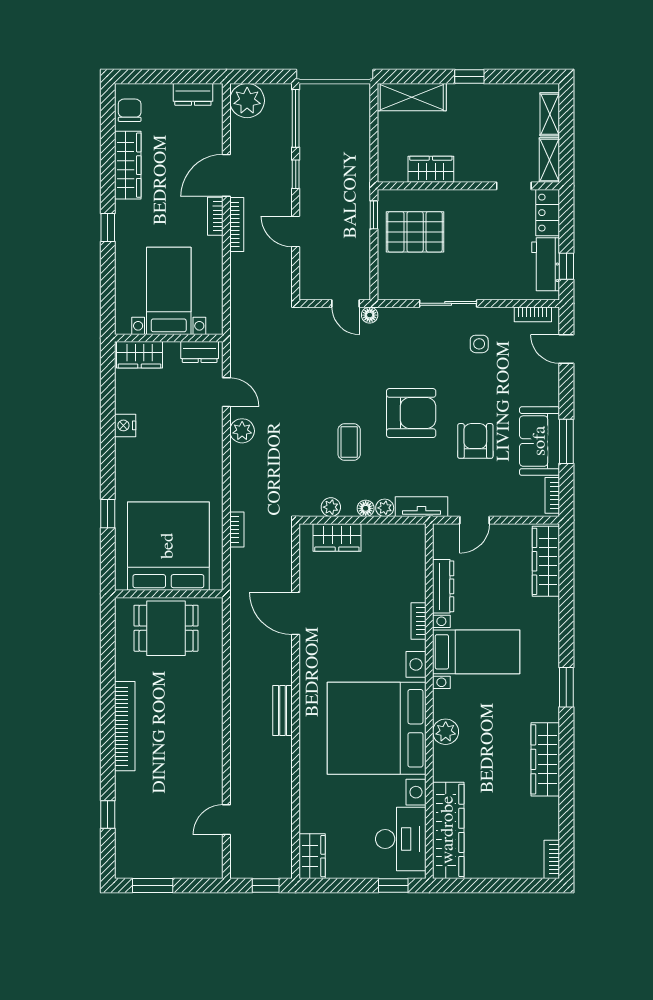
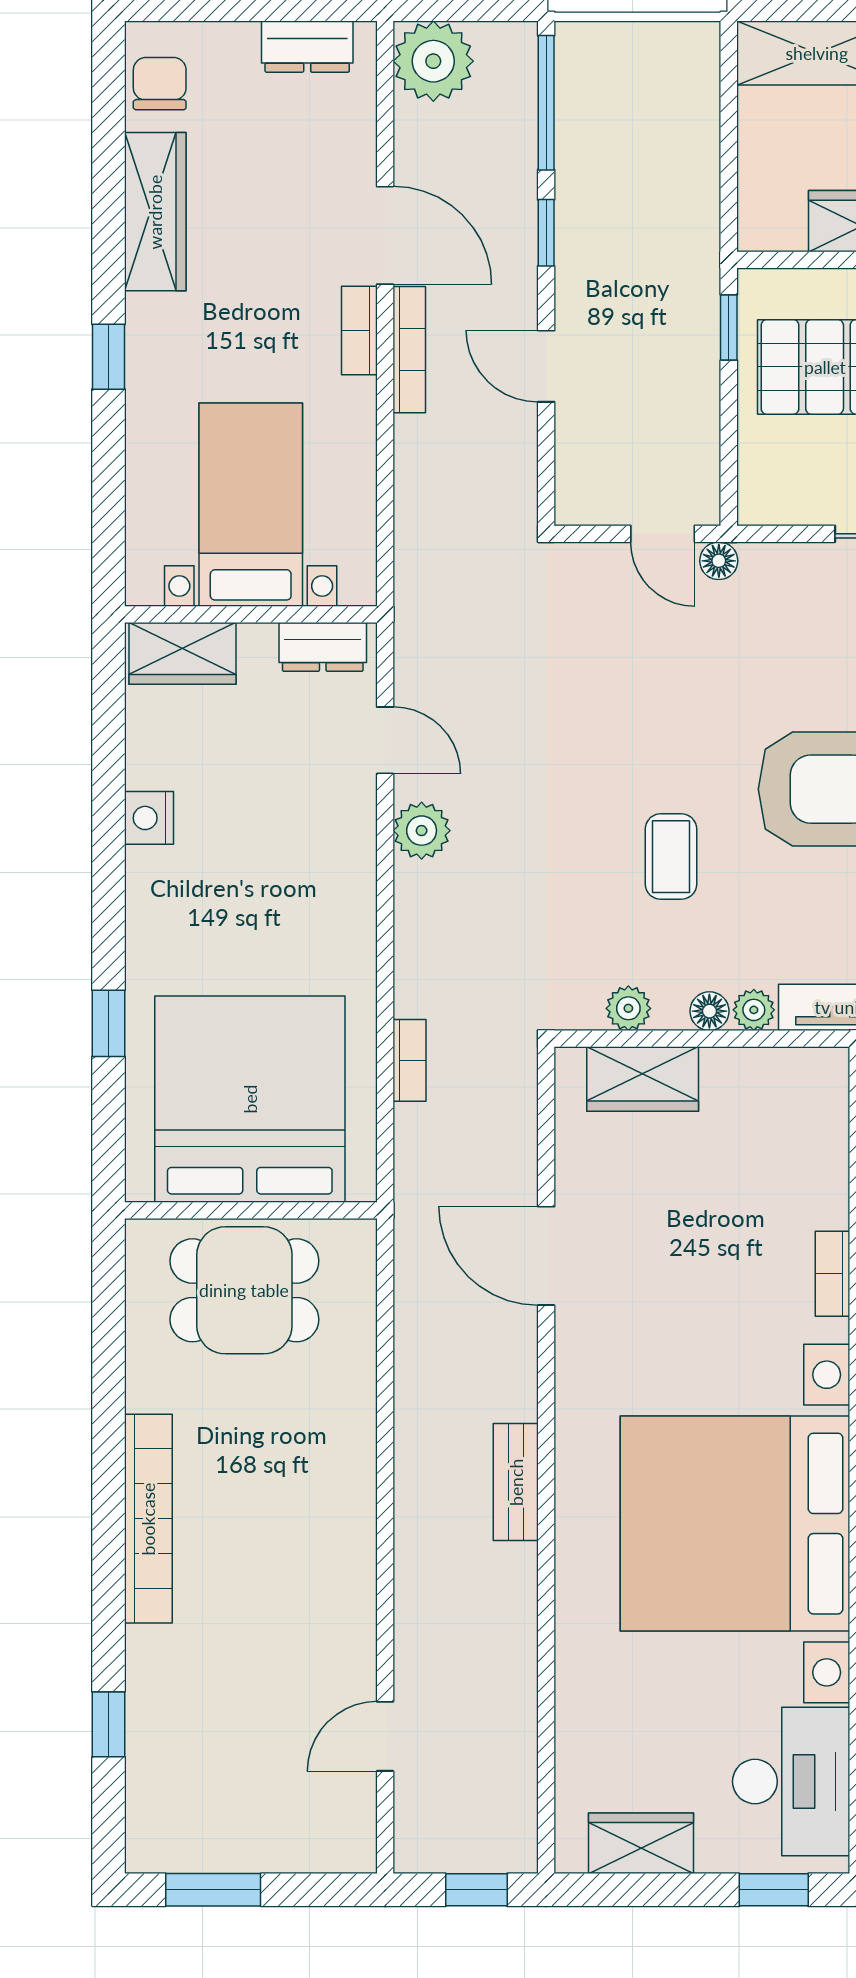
door: (226, 175) -> (385, 235), swing flipped
wardrobe: (312, 856) -> (641, 1843), moved, turned -90

